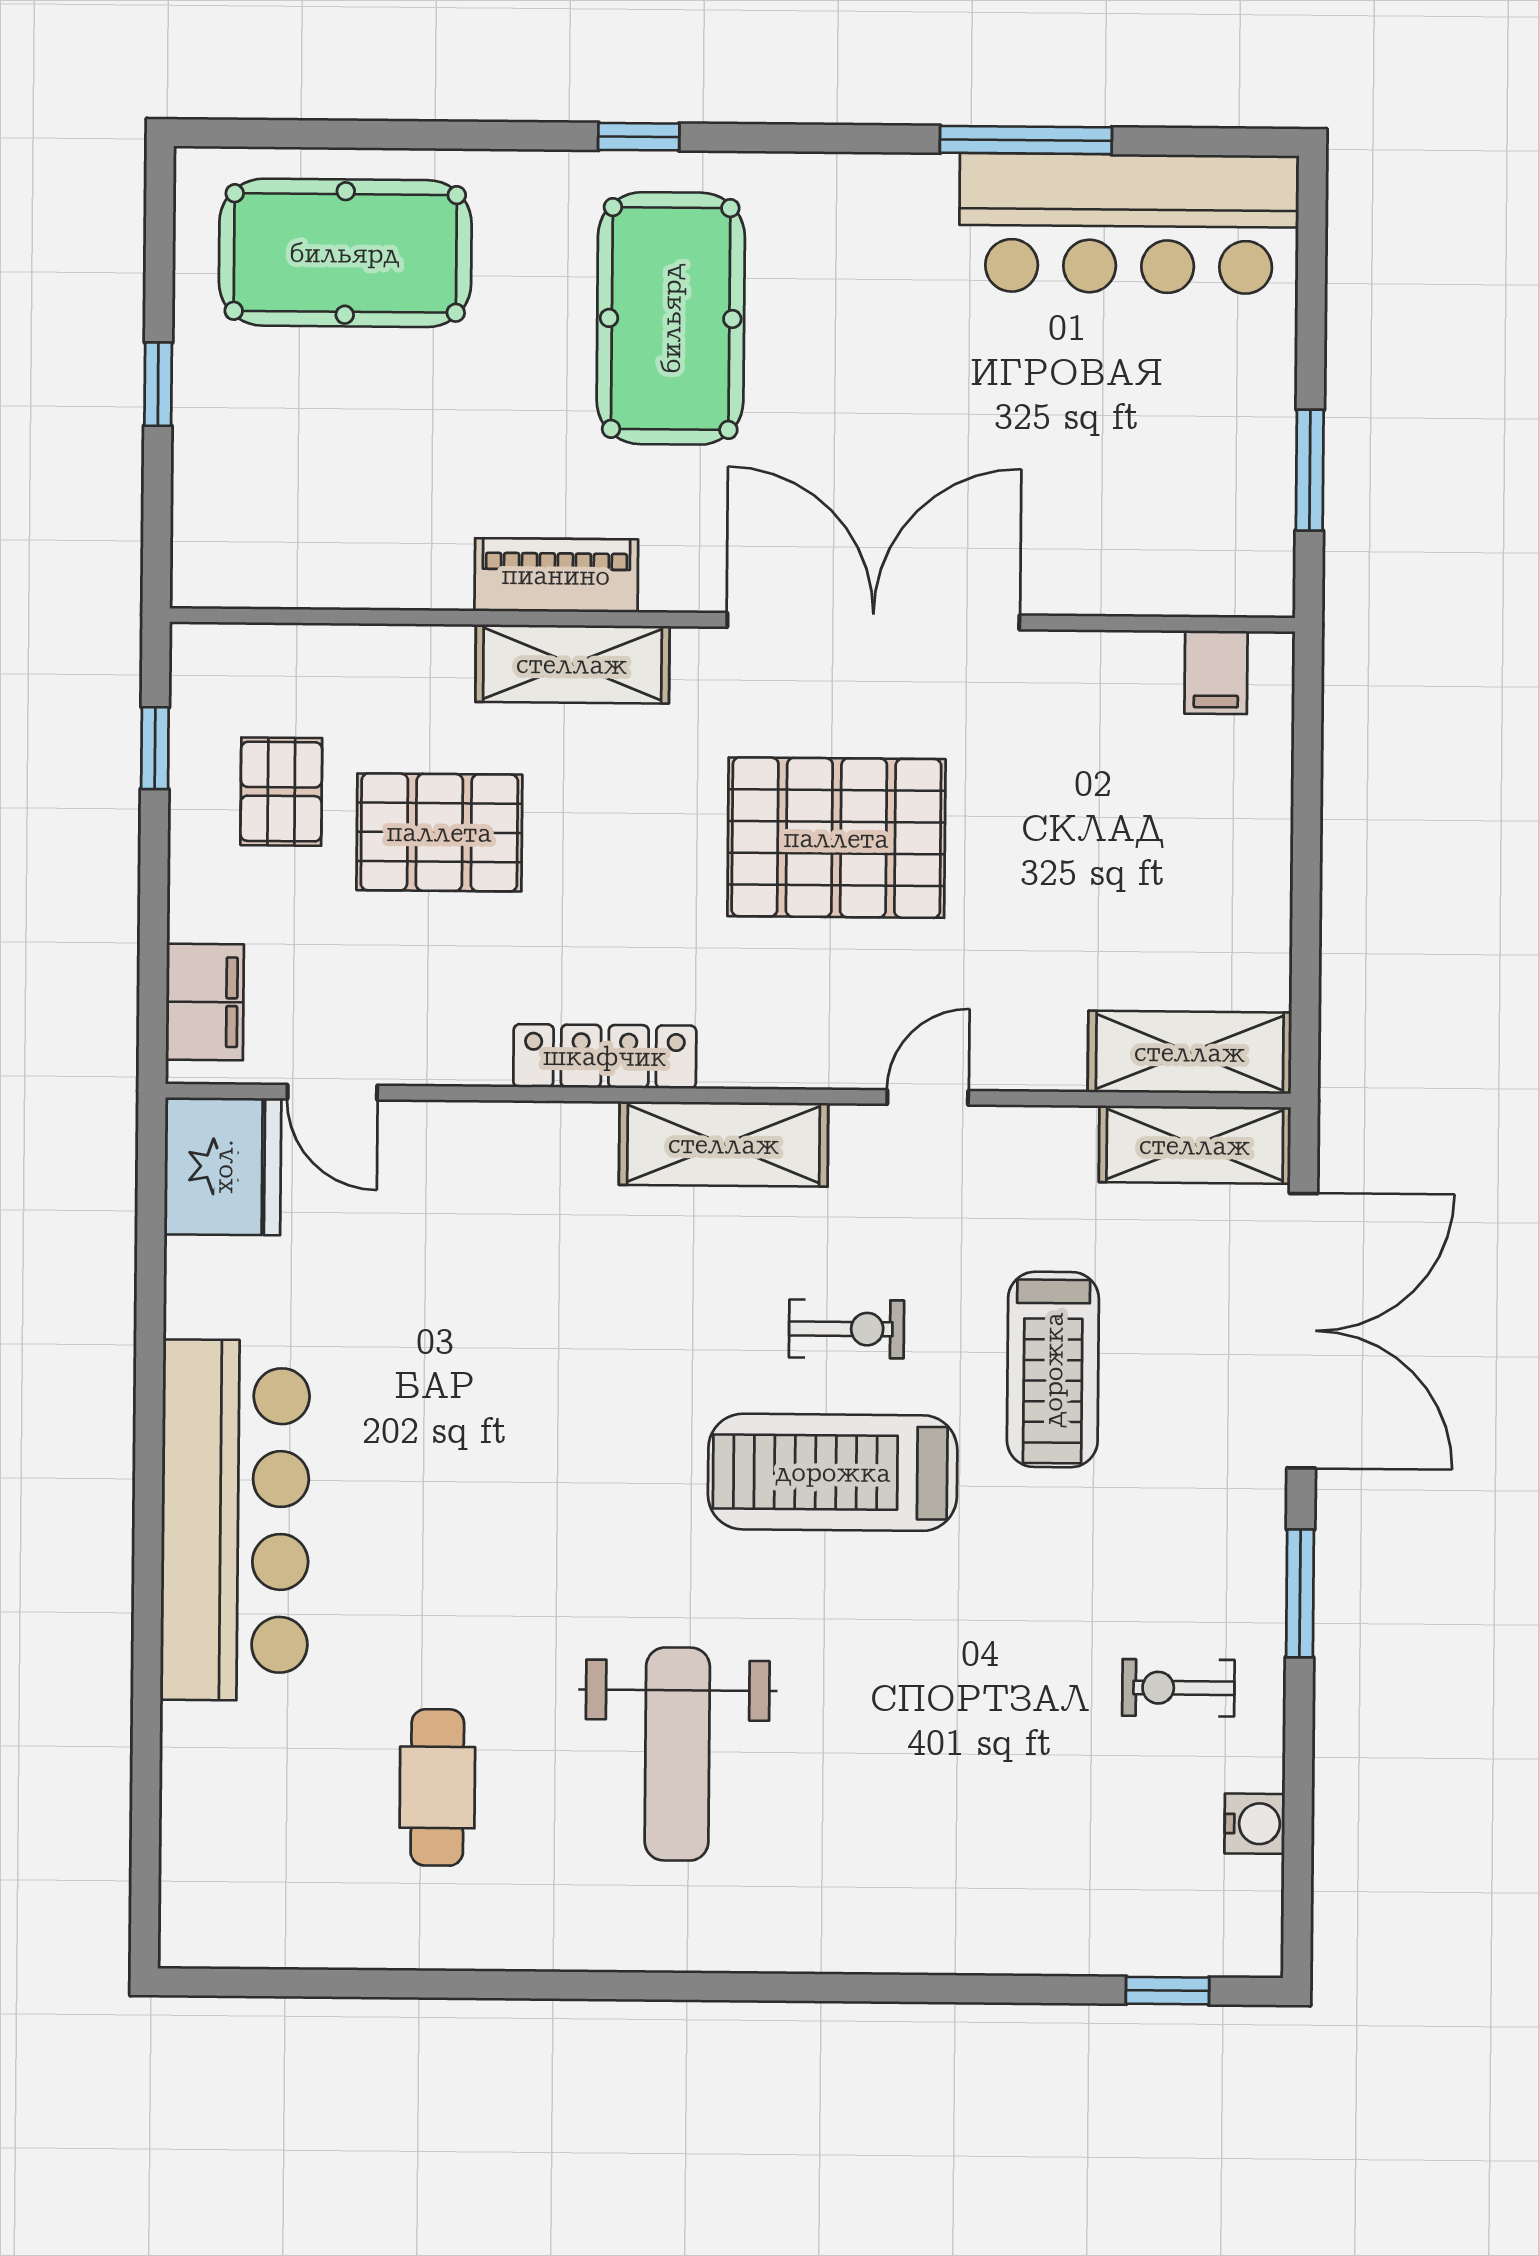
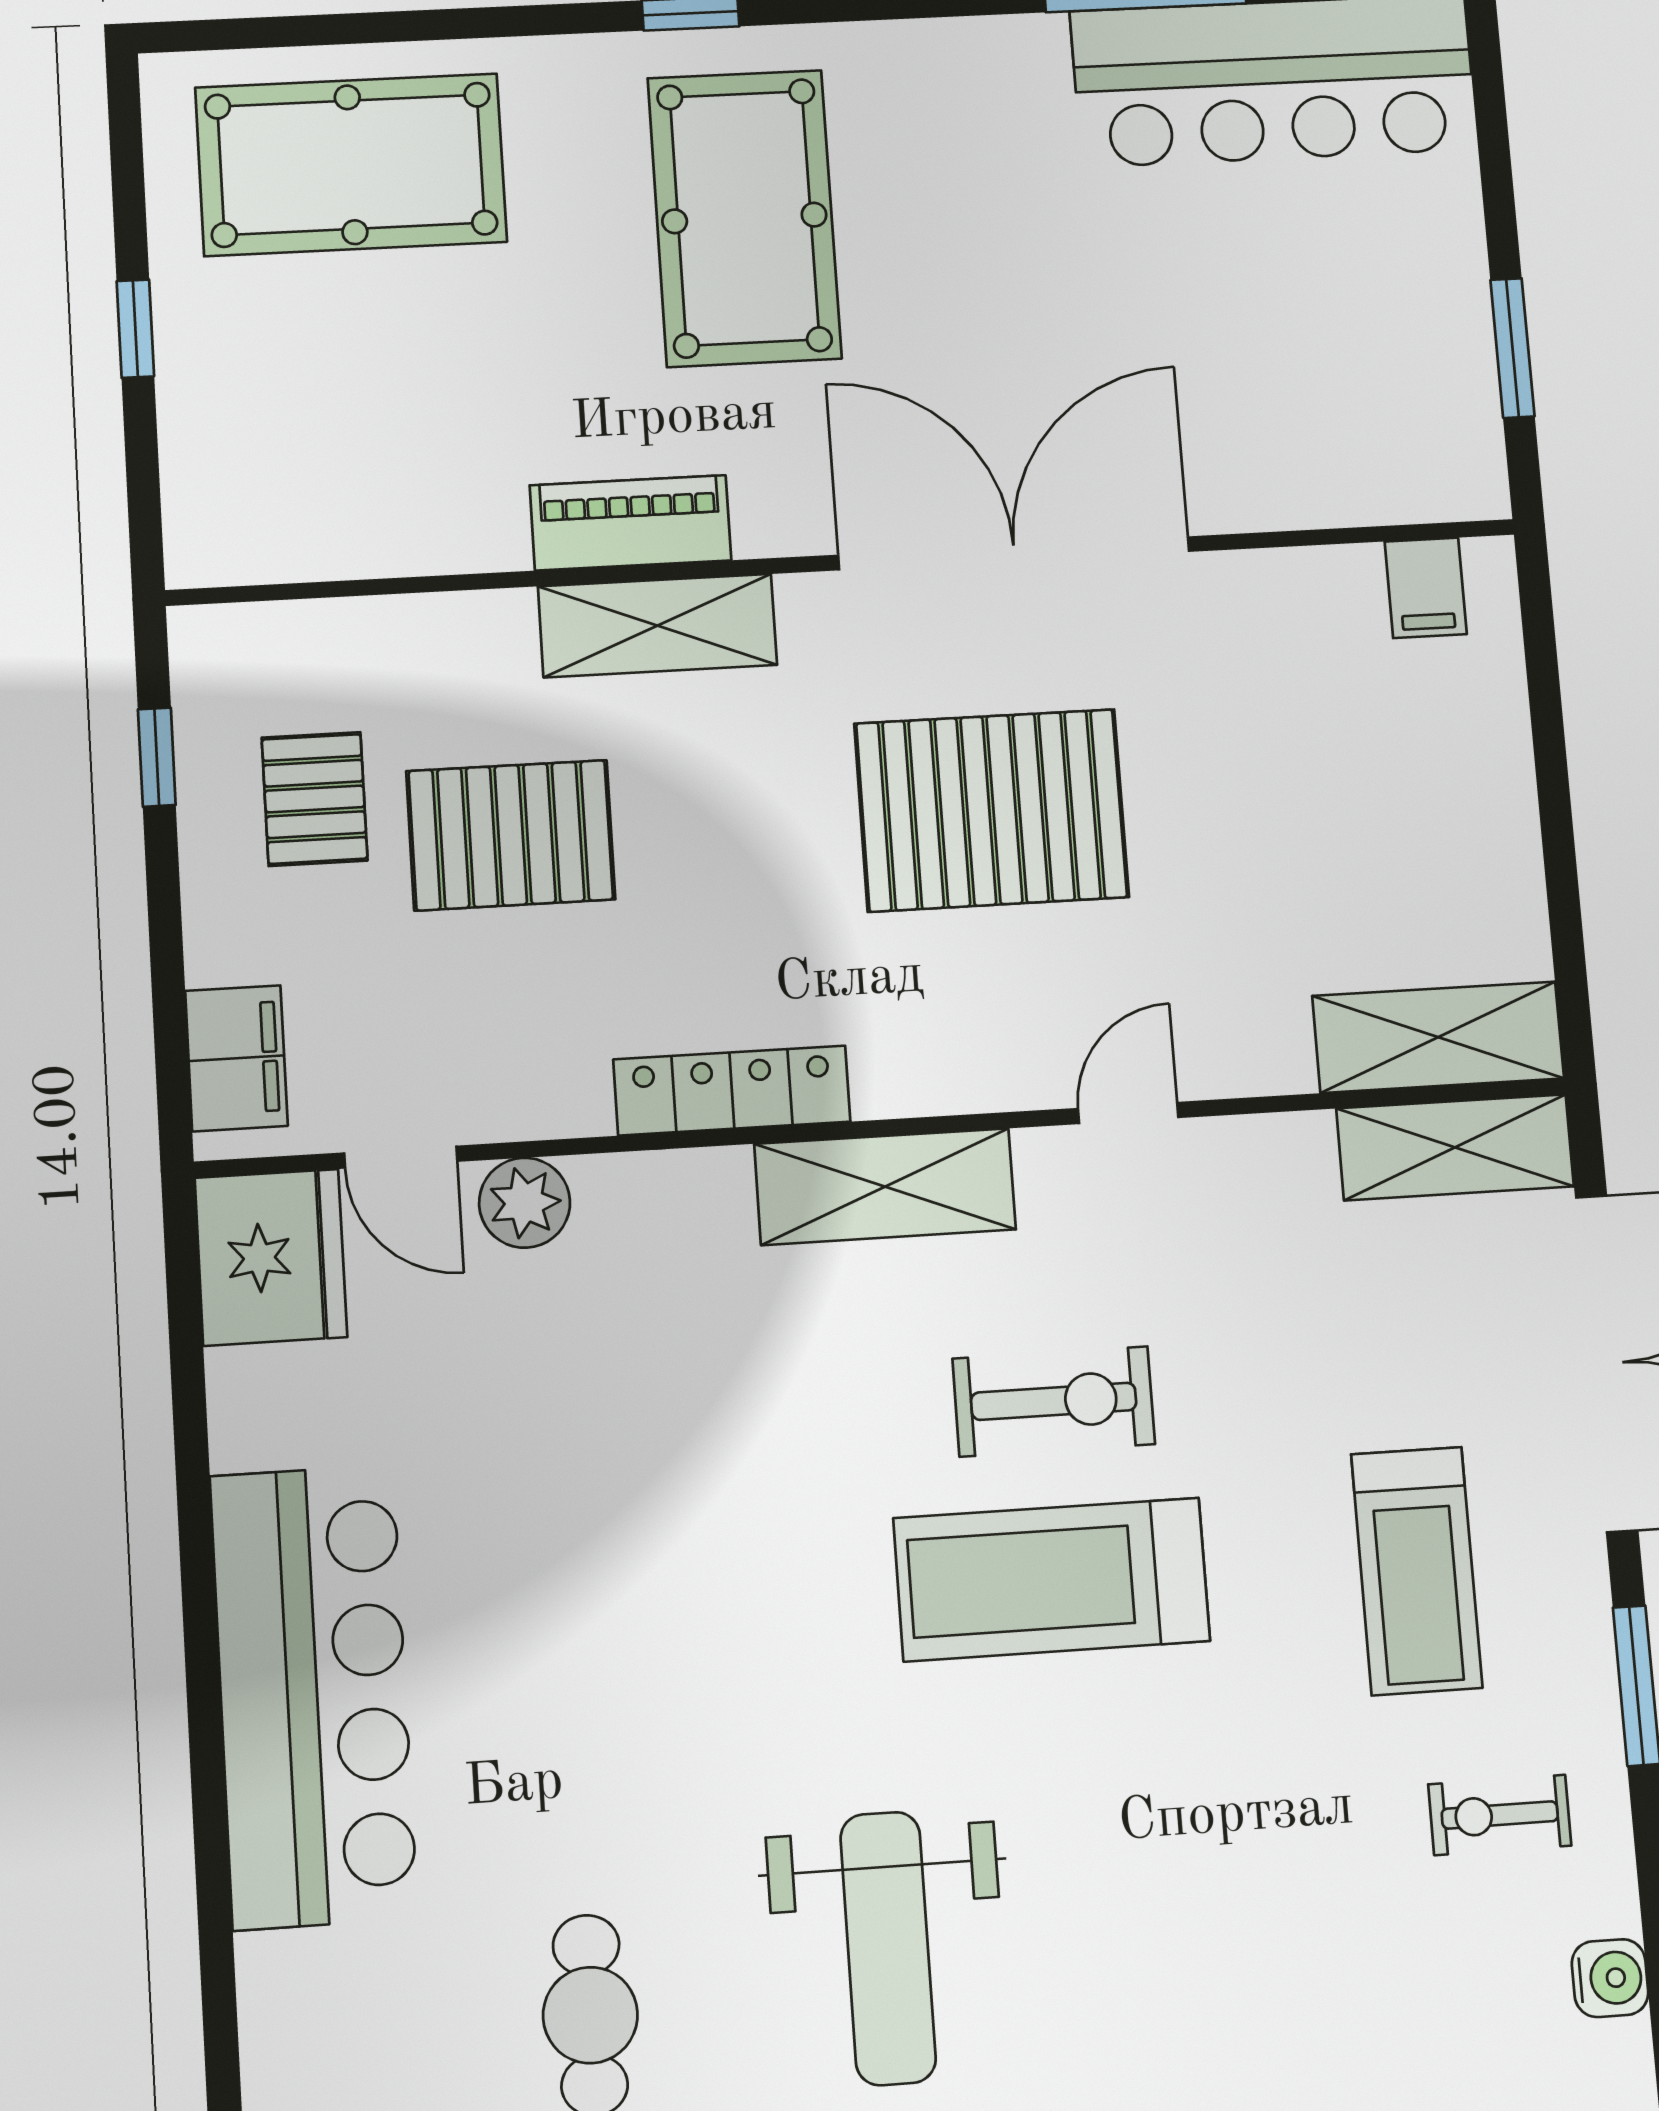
plant: (430, 1137) -> (525, 1203), added
exercise bike: (846, 1329) -> (1054, 1401), width x1.38, depth x1.39
treadmill: (1053, 1370) -> (1417, 1571), moved

